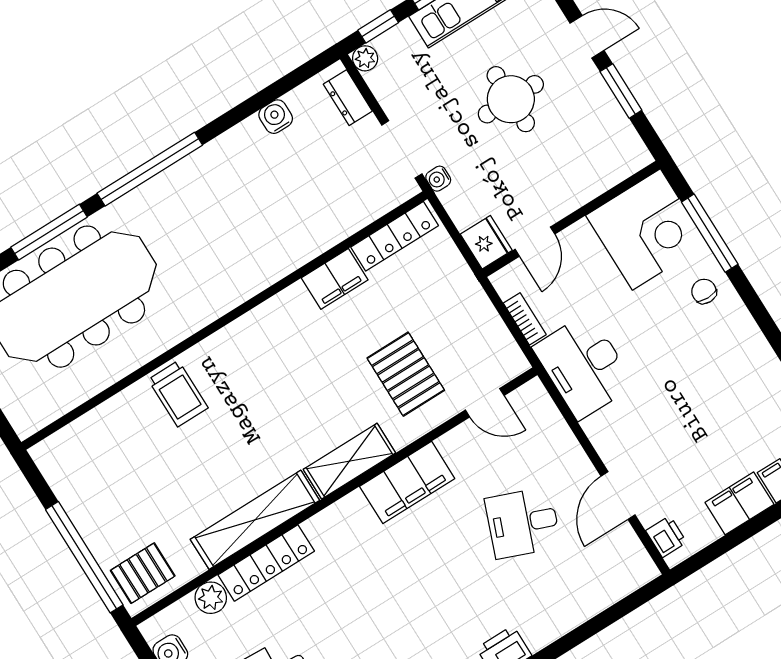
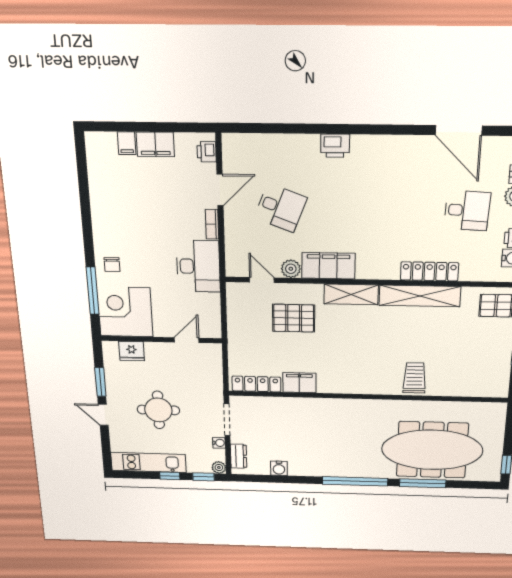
water cooler: (438, 179) -> (219, 443), moved
fridge: (486, 242) -> (132, 351), moved, turned -90
bookcase: (525, 319) -> (212, 224), moved
pallet: (406, 374) -> (294, 318), turned 90
plant: (211, 598) -> (291, 269), moved

